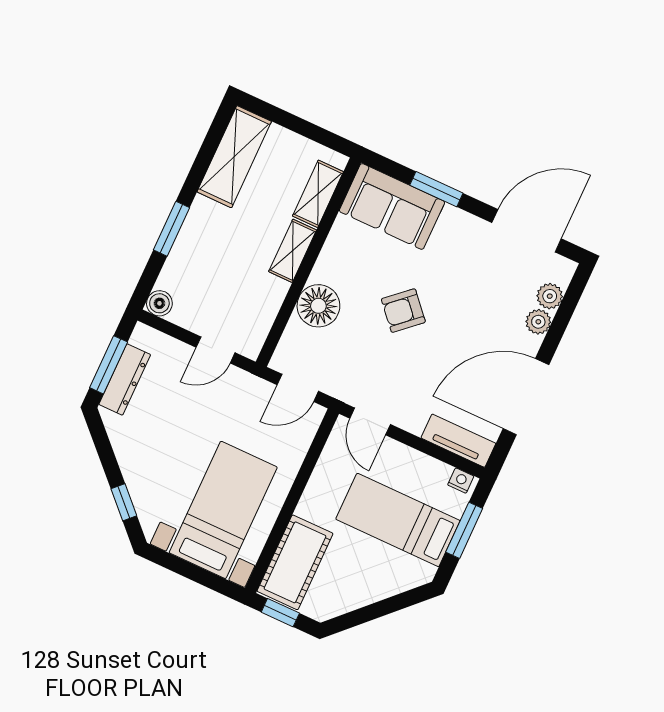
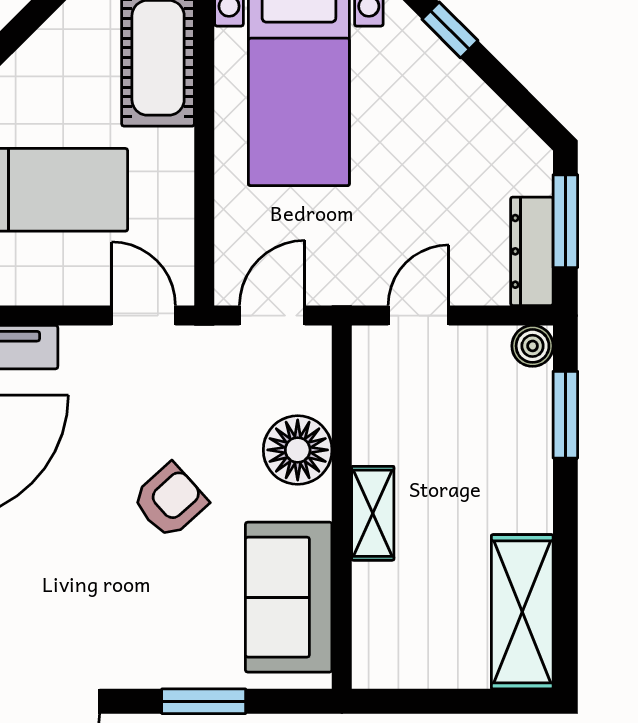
shelving: (318, 194) -> (374, 614), removed
sofa: (392, 206) -> (289, 597), moved, turned -90
window: (171, 229) -> (565, 415), moved
dresser: (125, 379) -> (532, 251), moved

